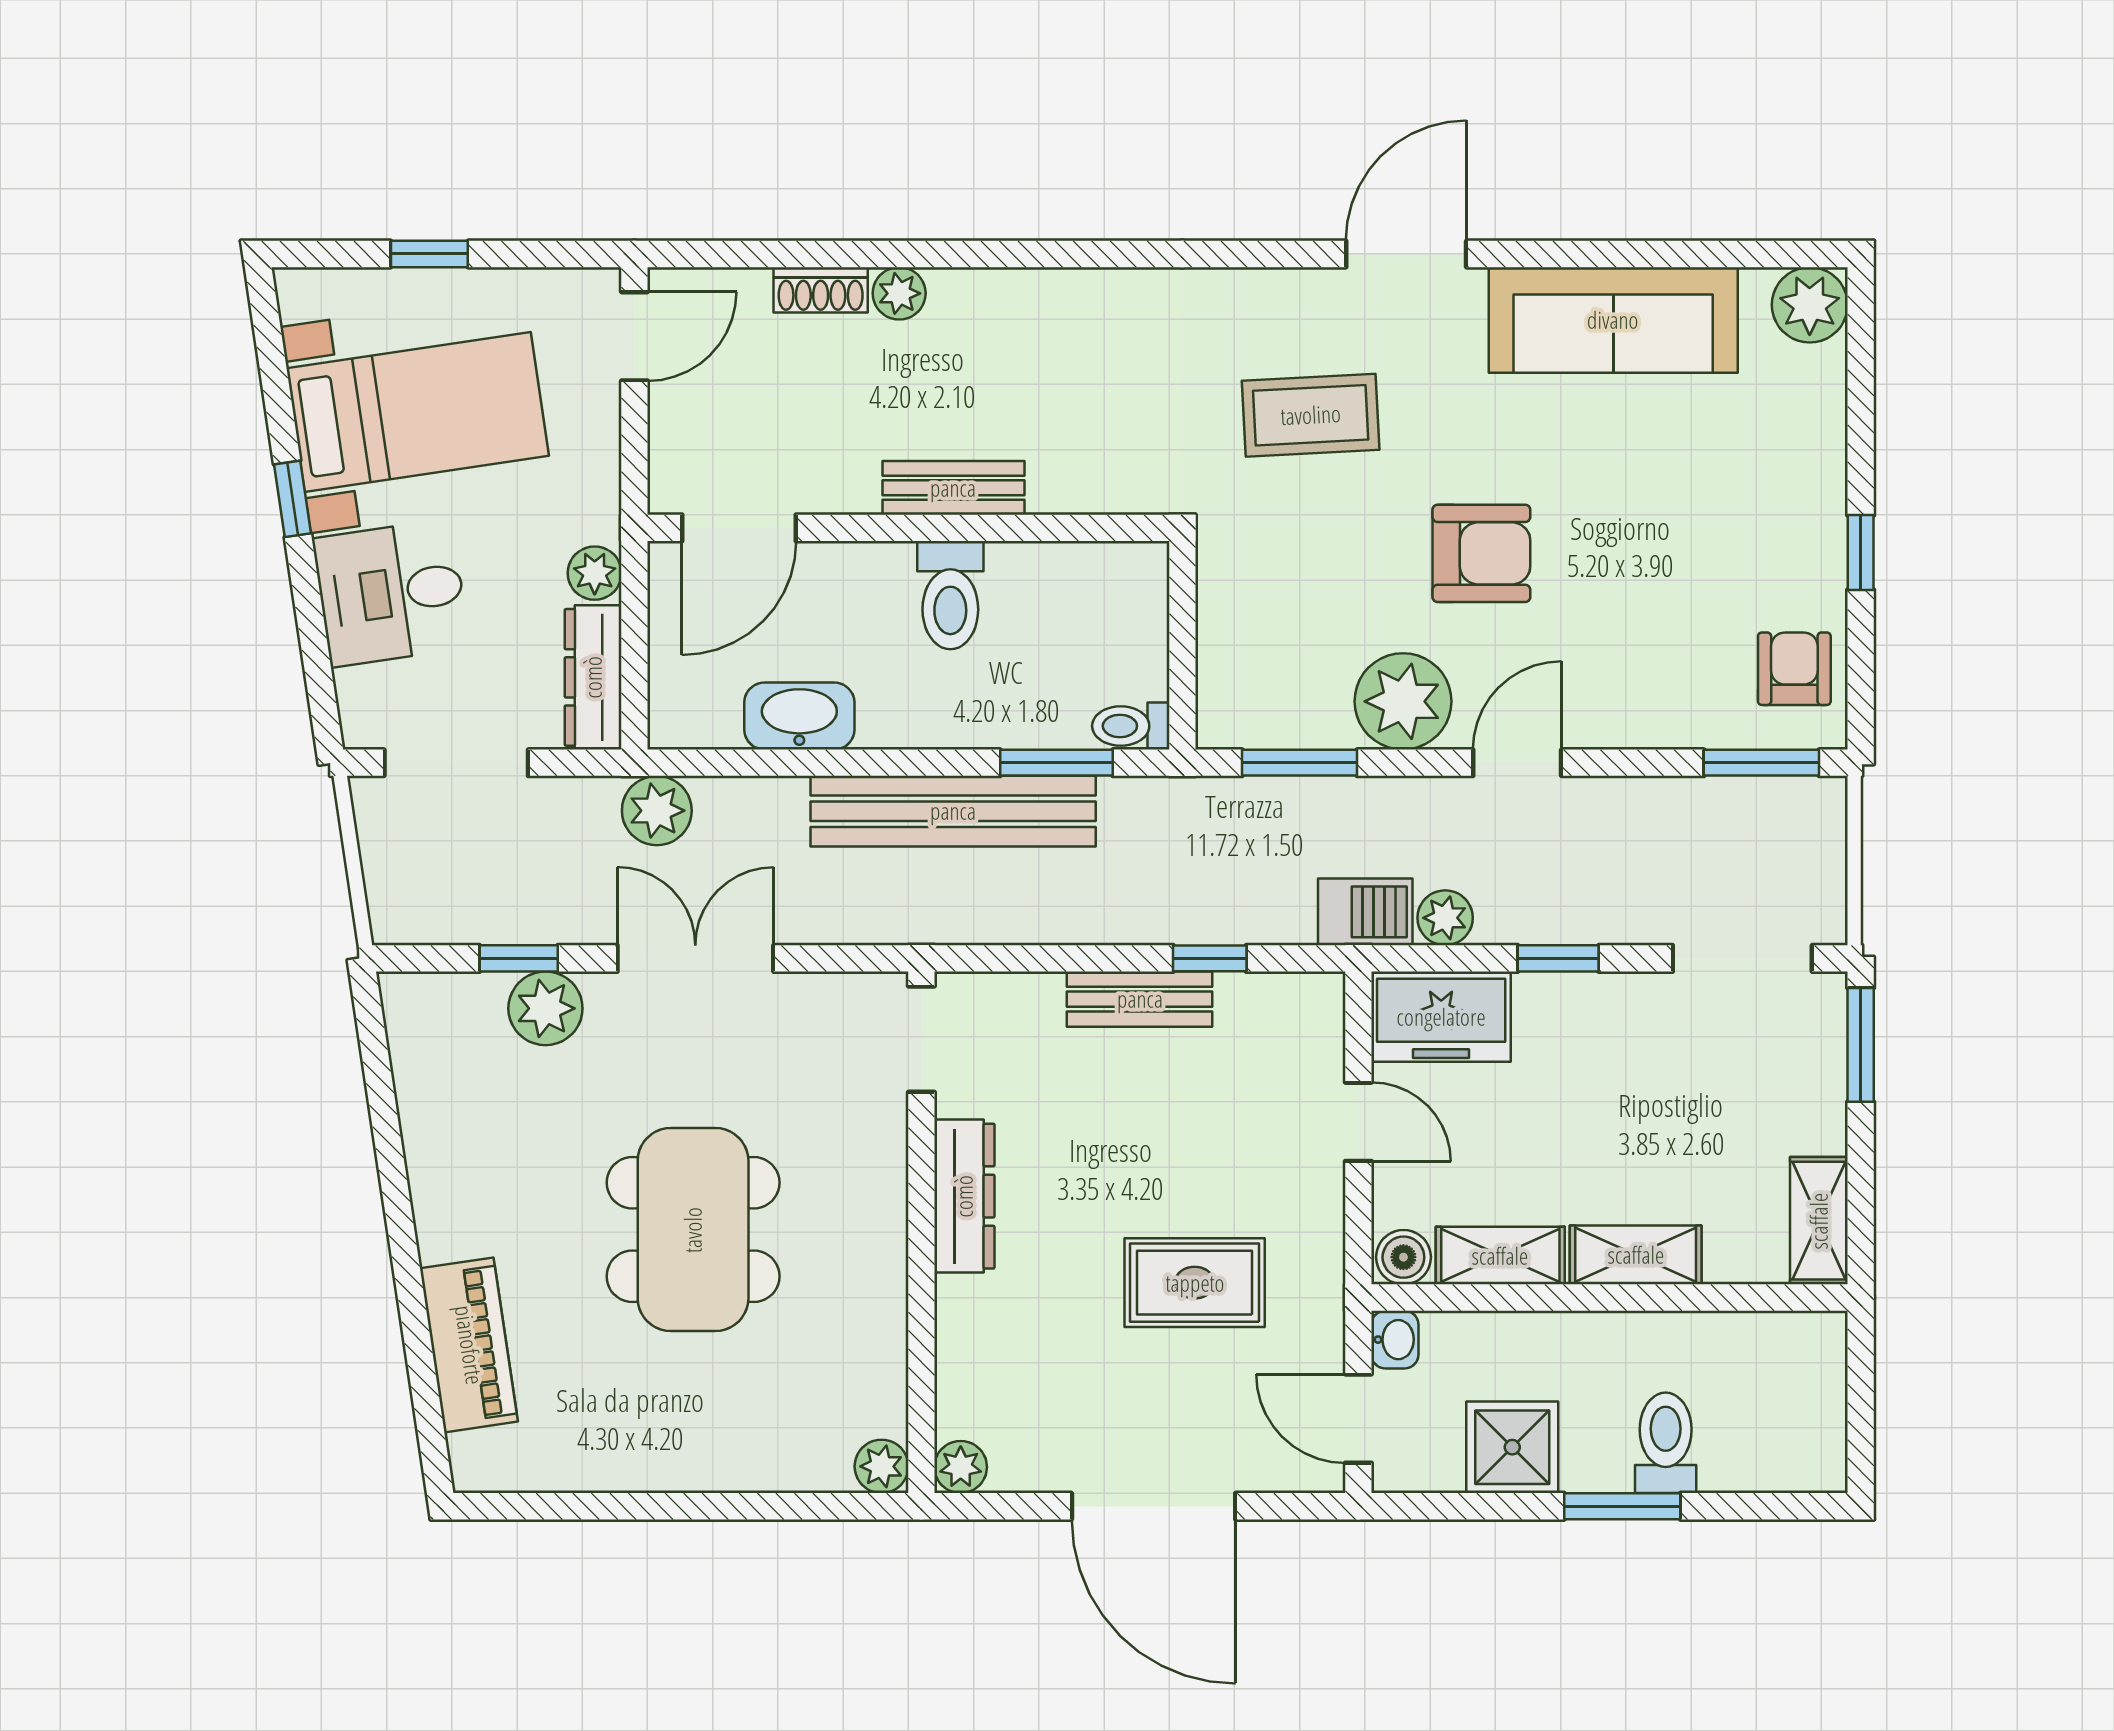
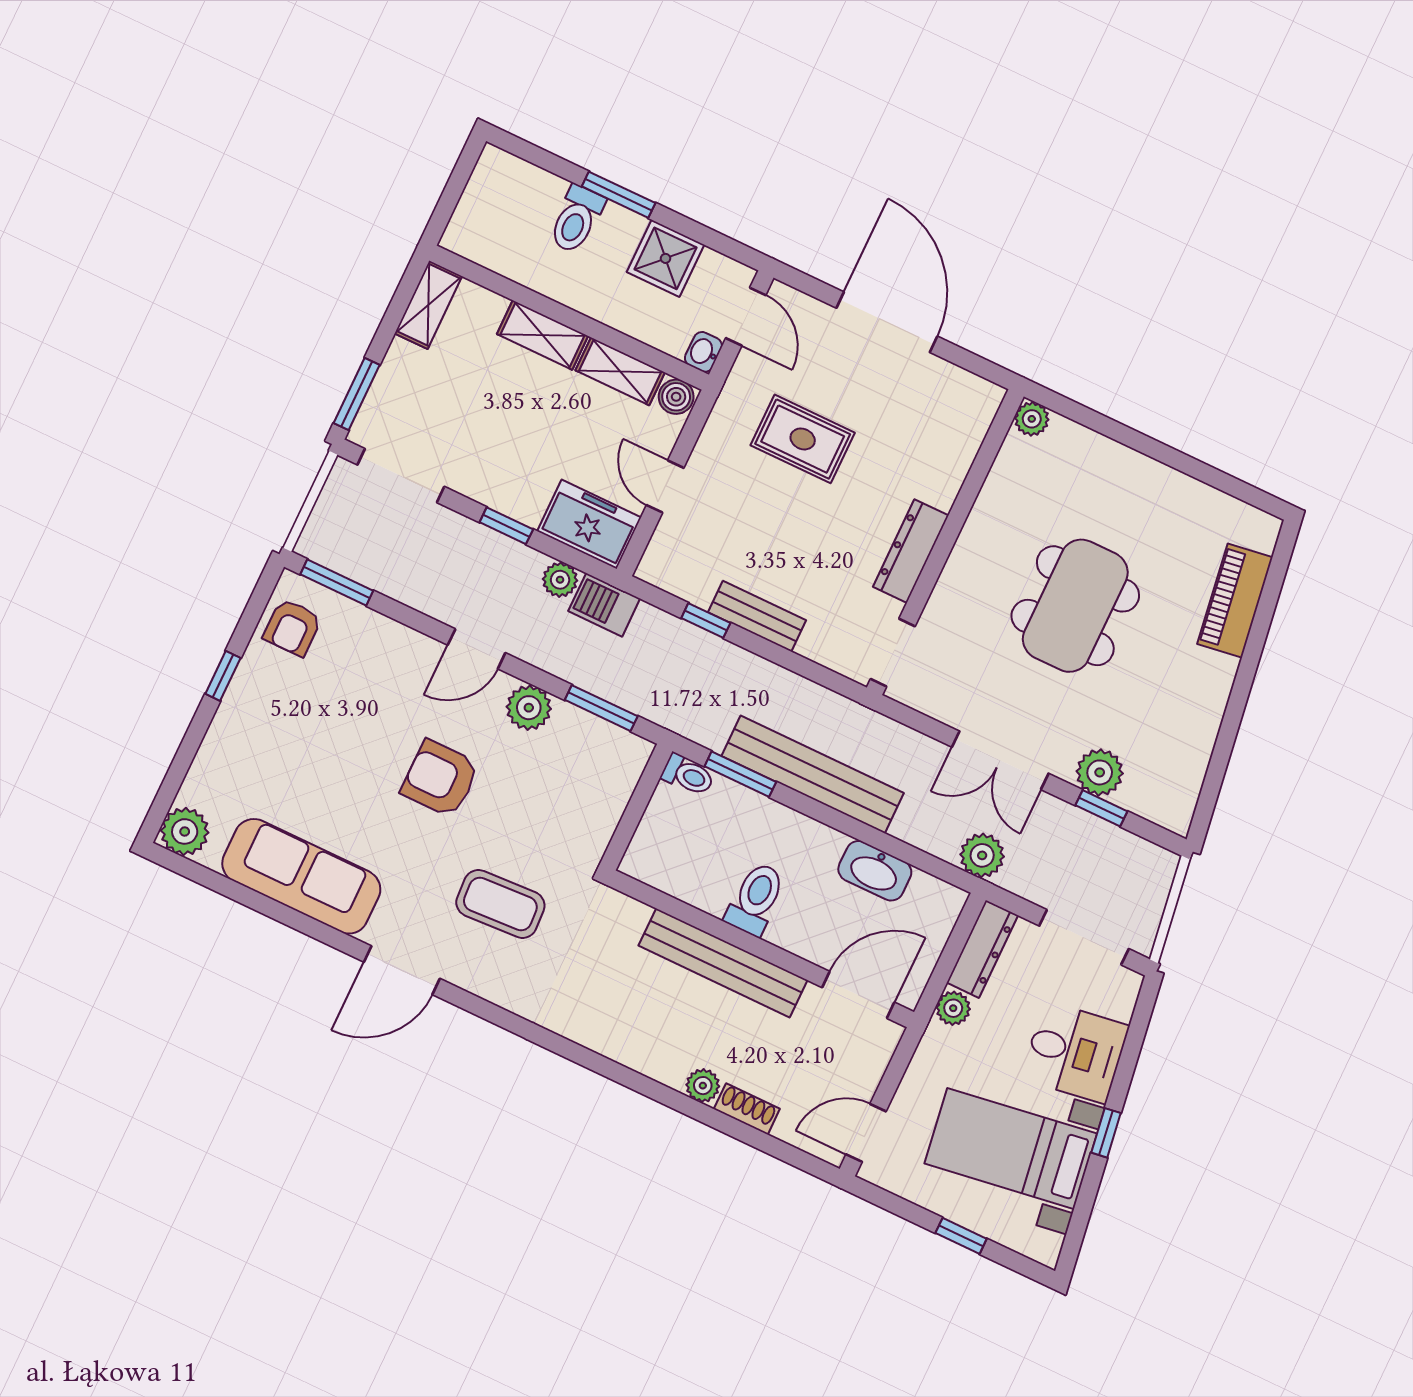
bench: (953, 488) -> (723, 963), width x1.86, depth x1.21
plant: (1403, 701) -> (529, 708), width x0.73, depth x0.73
plant: (961, 1467) -> (987, 397), removed

